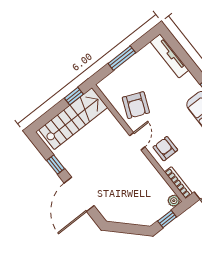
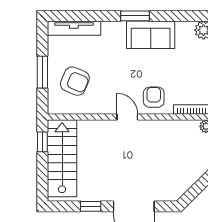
armchair: (136, 105) -> (75, 81), moved
armchair: (165, 149) -> (154, 97), turned 90

